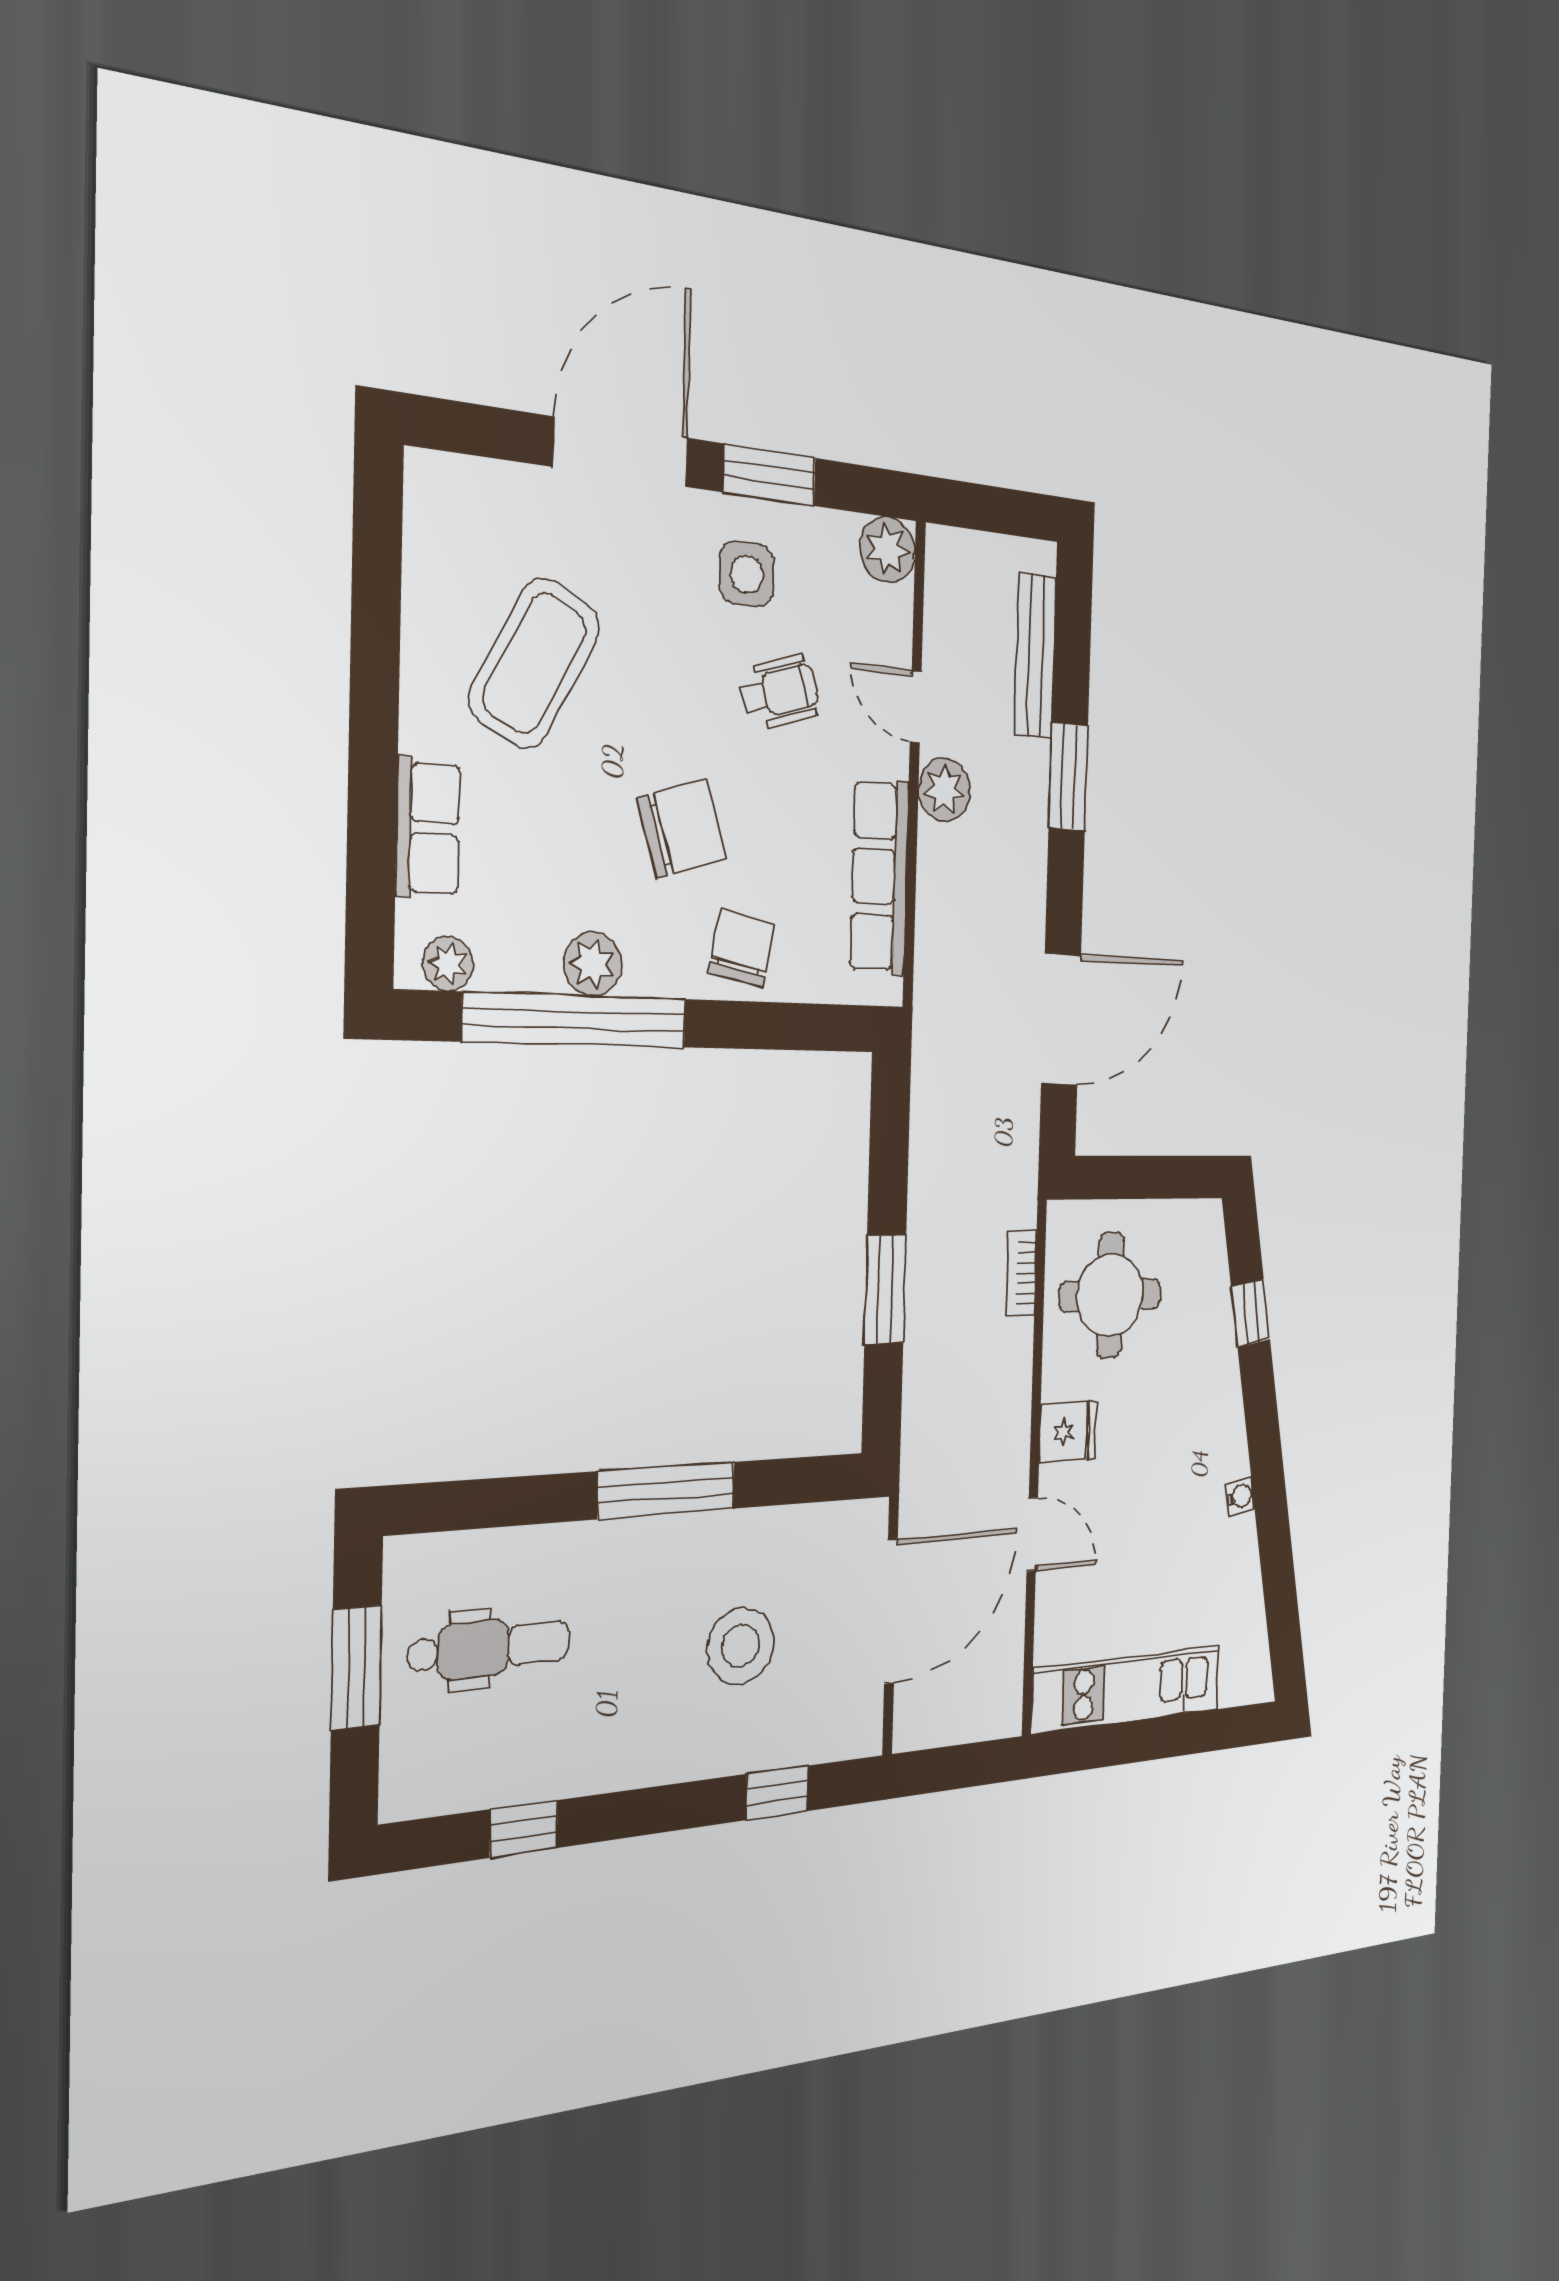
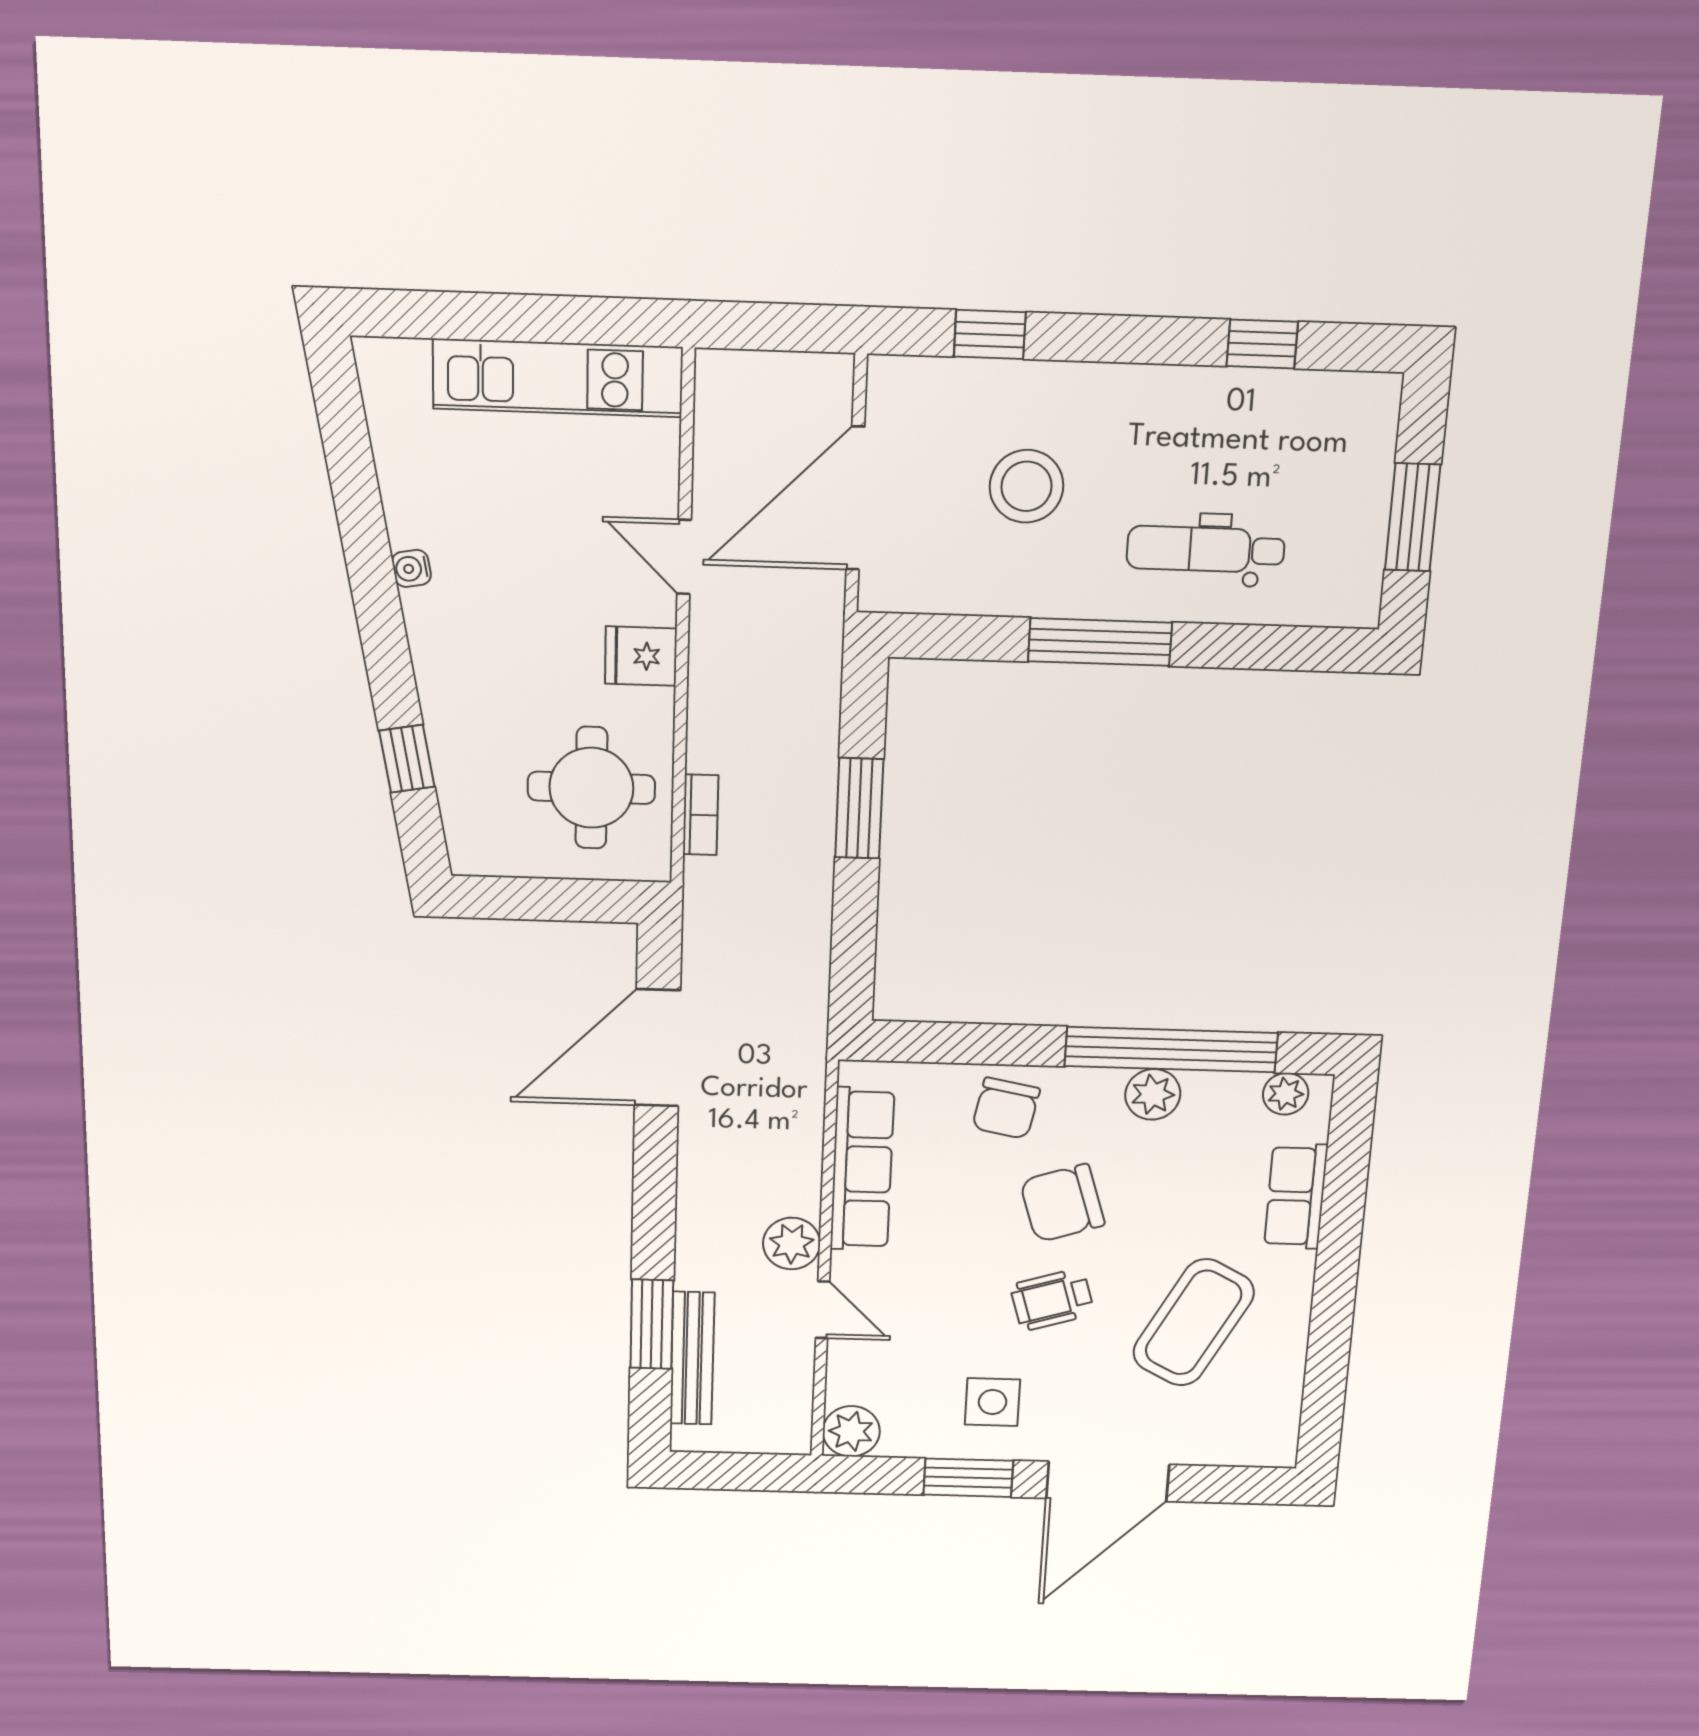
wheelchair: (779, 692) -> (1052, 1300), moved
window: (1068, 777) -> (652, 1324), moved
dental chair: (489, 1648) -> (1206, 549), moved

